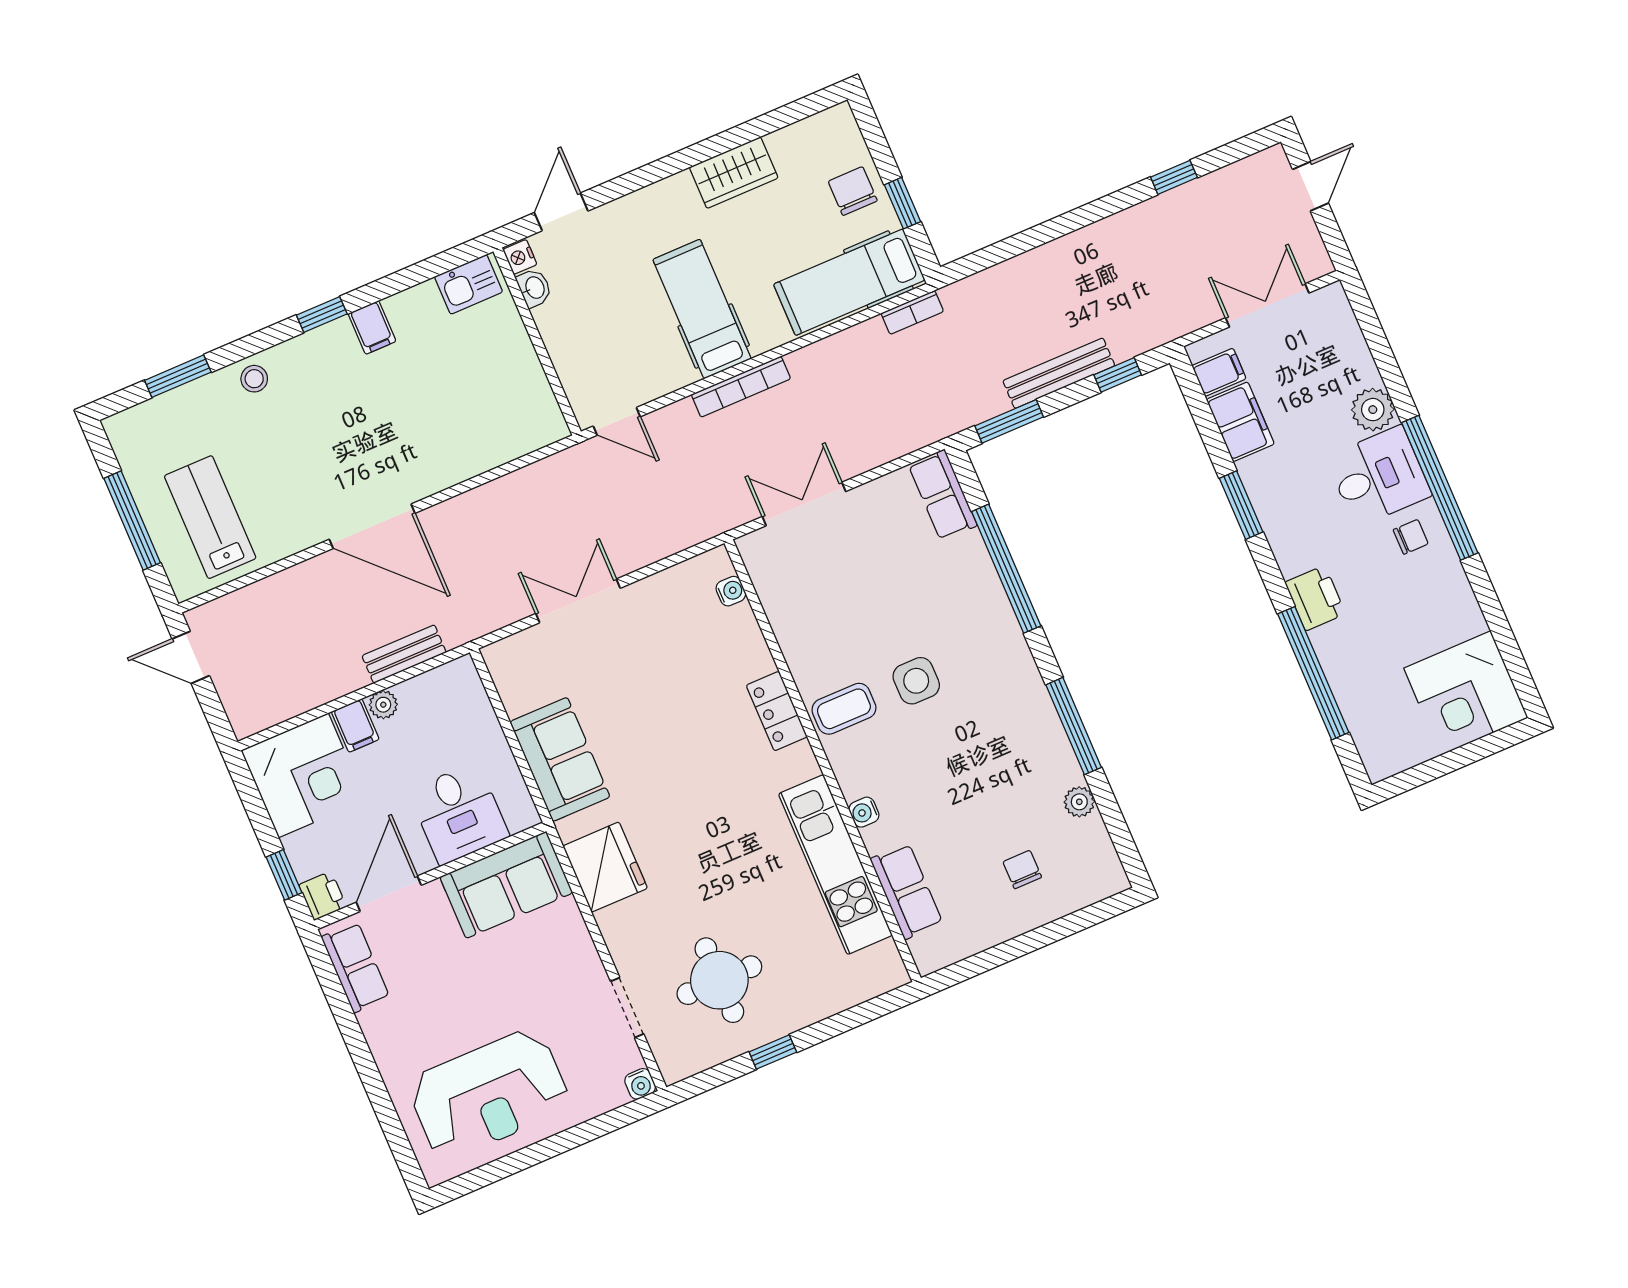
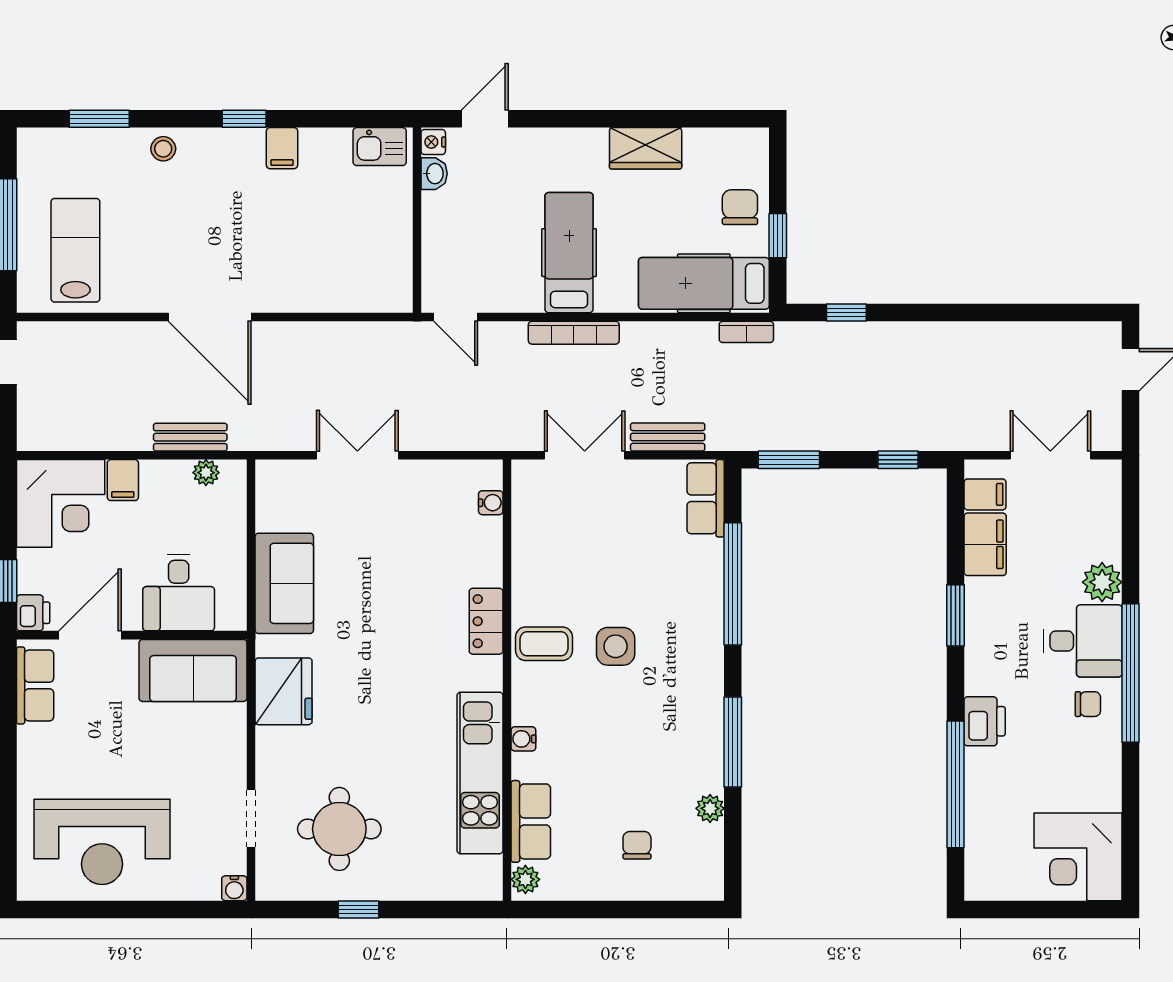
window: (1174, 177) -> (846, 312), moved
bench: (1059, 373) -> (668, 437), moved, width x0.73
plant: (383, 705) -> (206, 473), moved
plant: (926, 951) -> (525, 879), added

